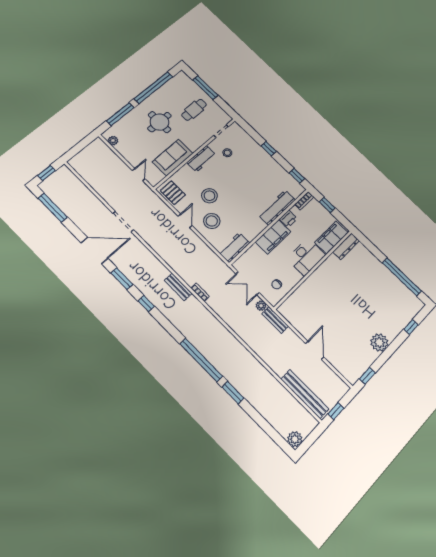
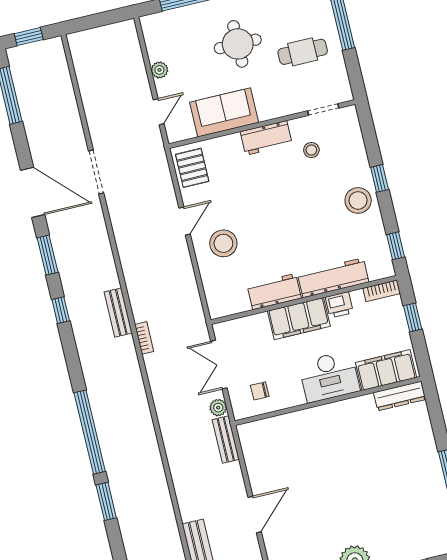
plant: (113, 141) -> (159, 70), moved
stool: (209, 196) -> (358, 200), moved
workbench: (234, 248) -> (274, 292), moved

